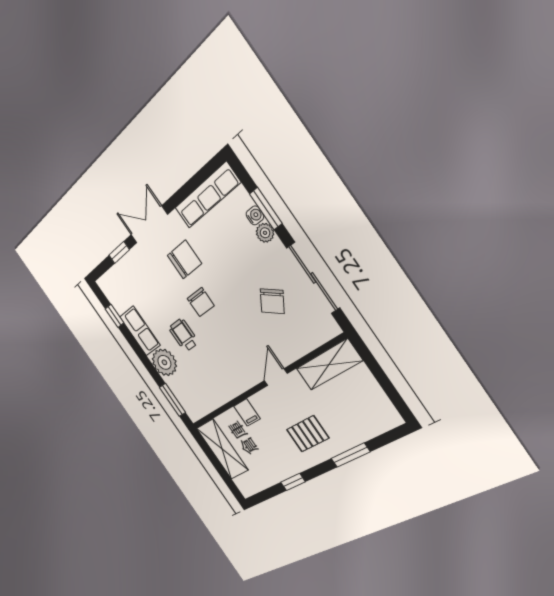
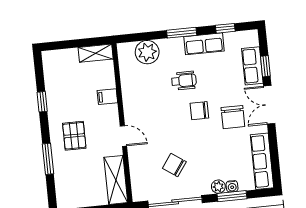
double door: (149, 225) -> (269, 105), swing flipped
row of seats: (127, 267) -> (252, 66), added
plant: (164, 362) -> (147, 52), moved
window: (172, 400) -> (182, 33), moved
shelving: (222, 449) -> (96, 53), width x0.67, depth x0.75

